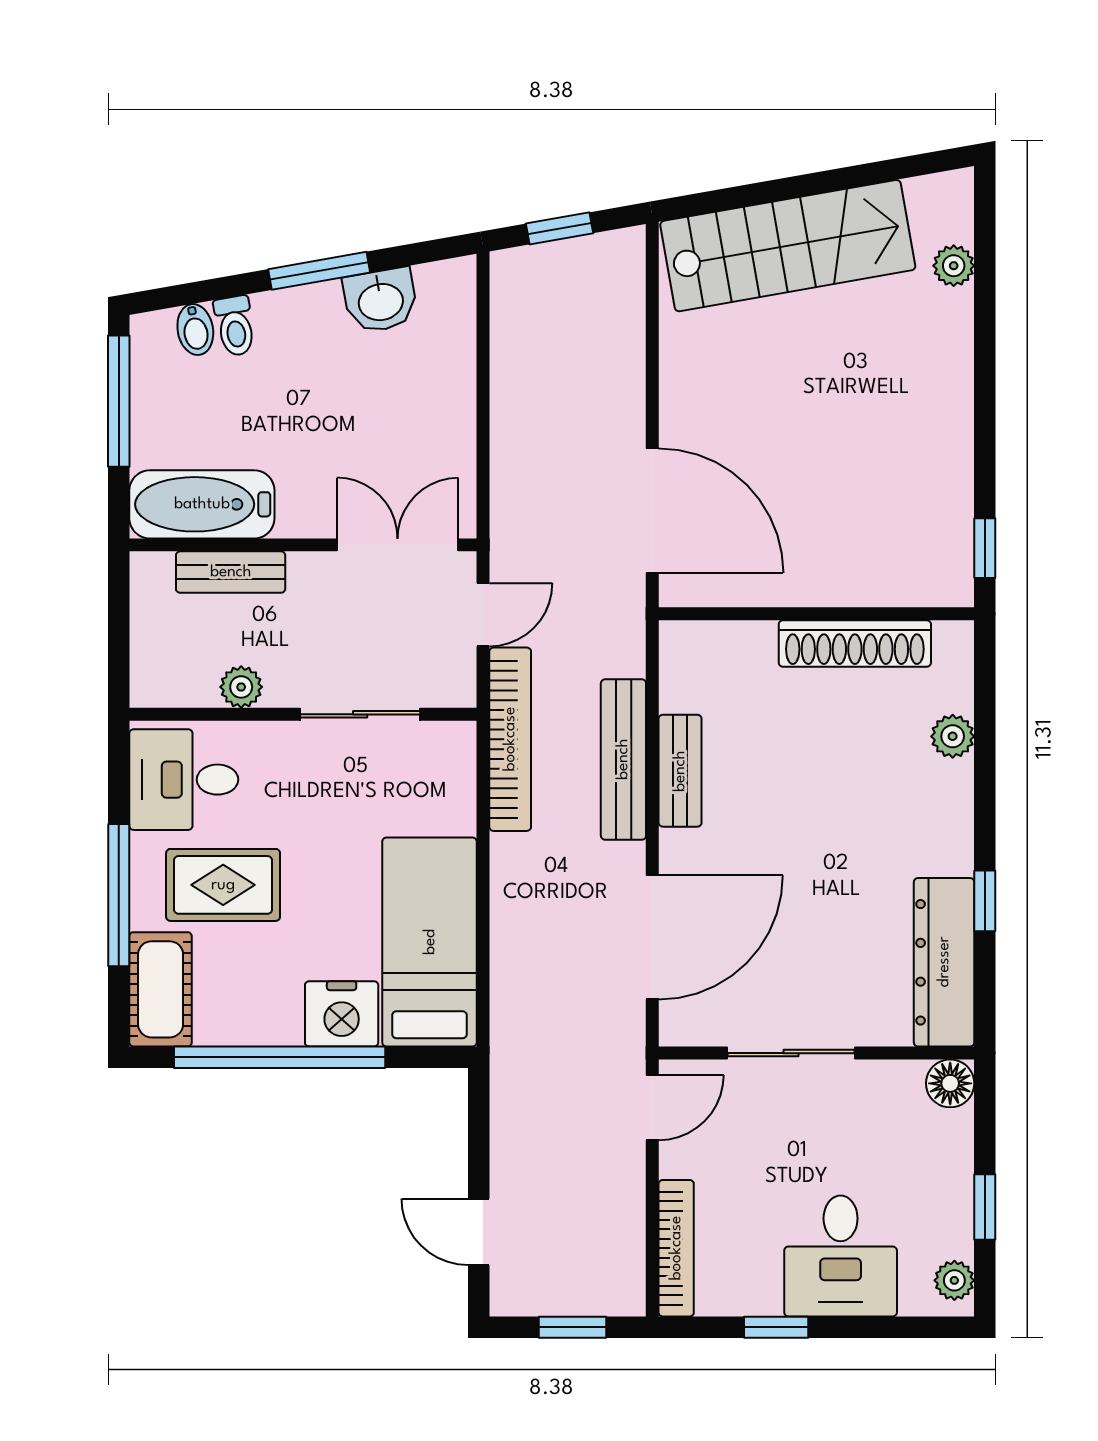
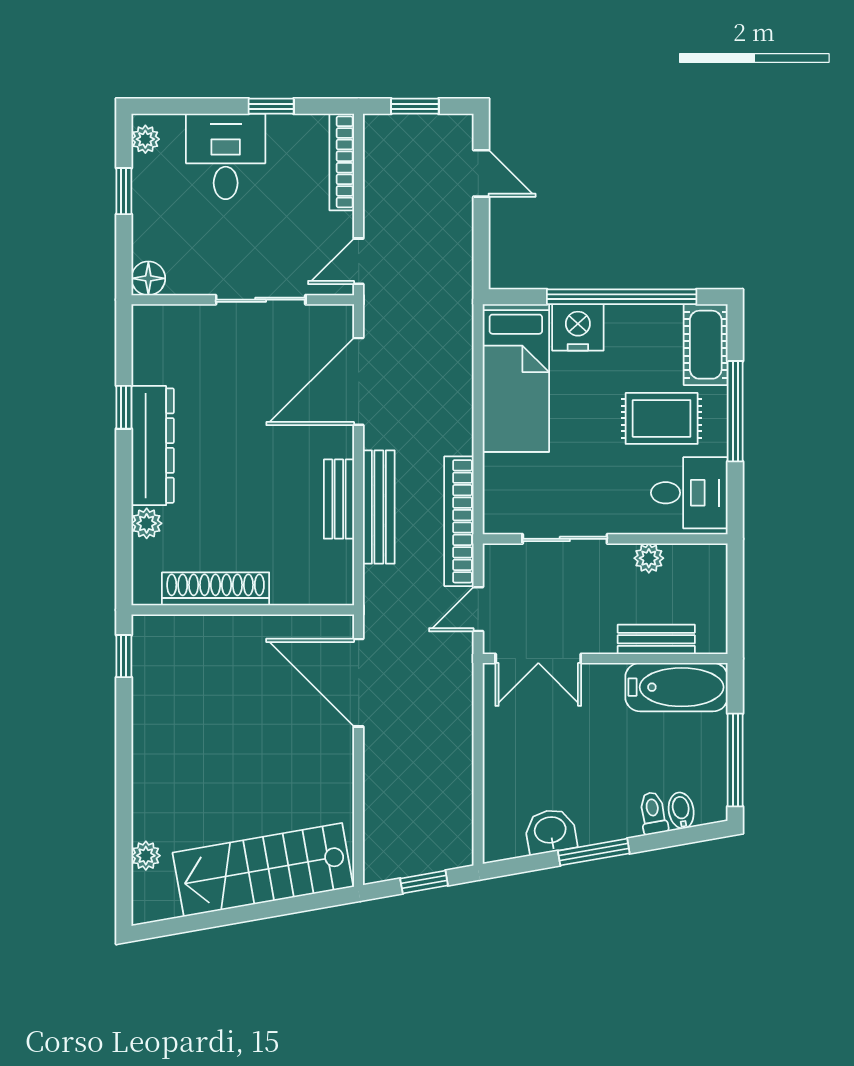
dresser: (944, 962) -> (153, 446), moved

